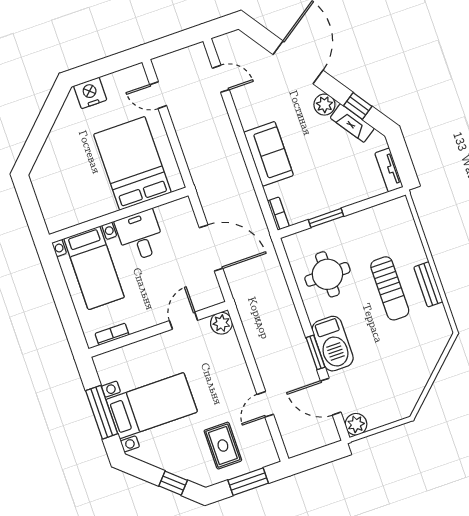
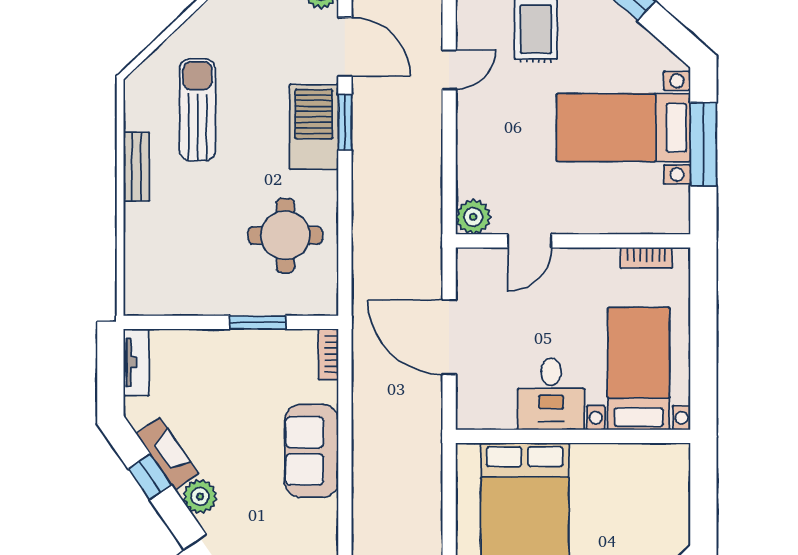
sun lounger: (390, 288) -> (197, 110), moved

